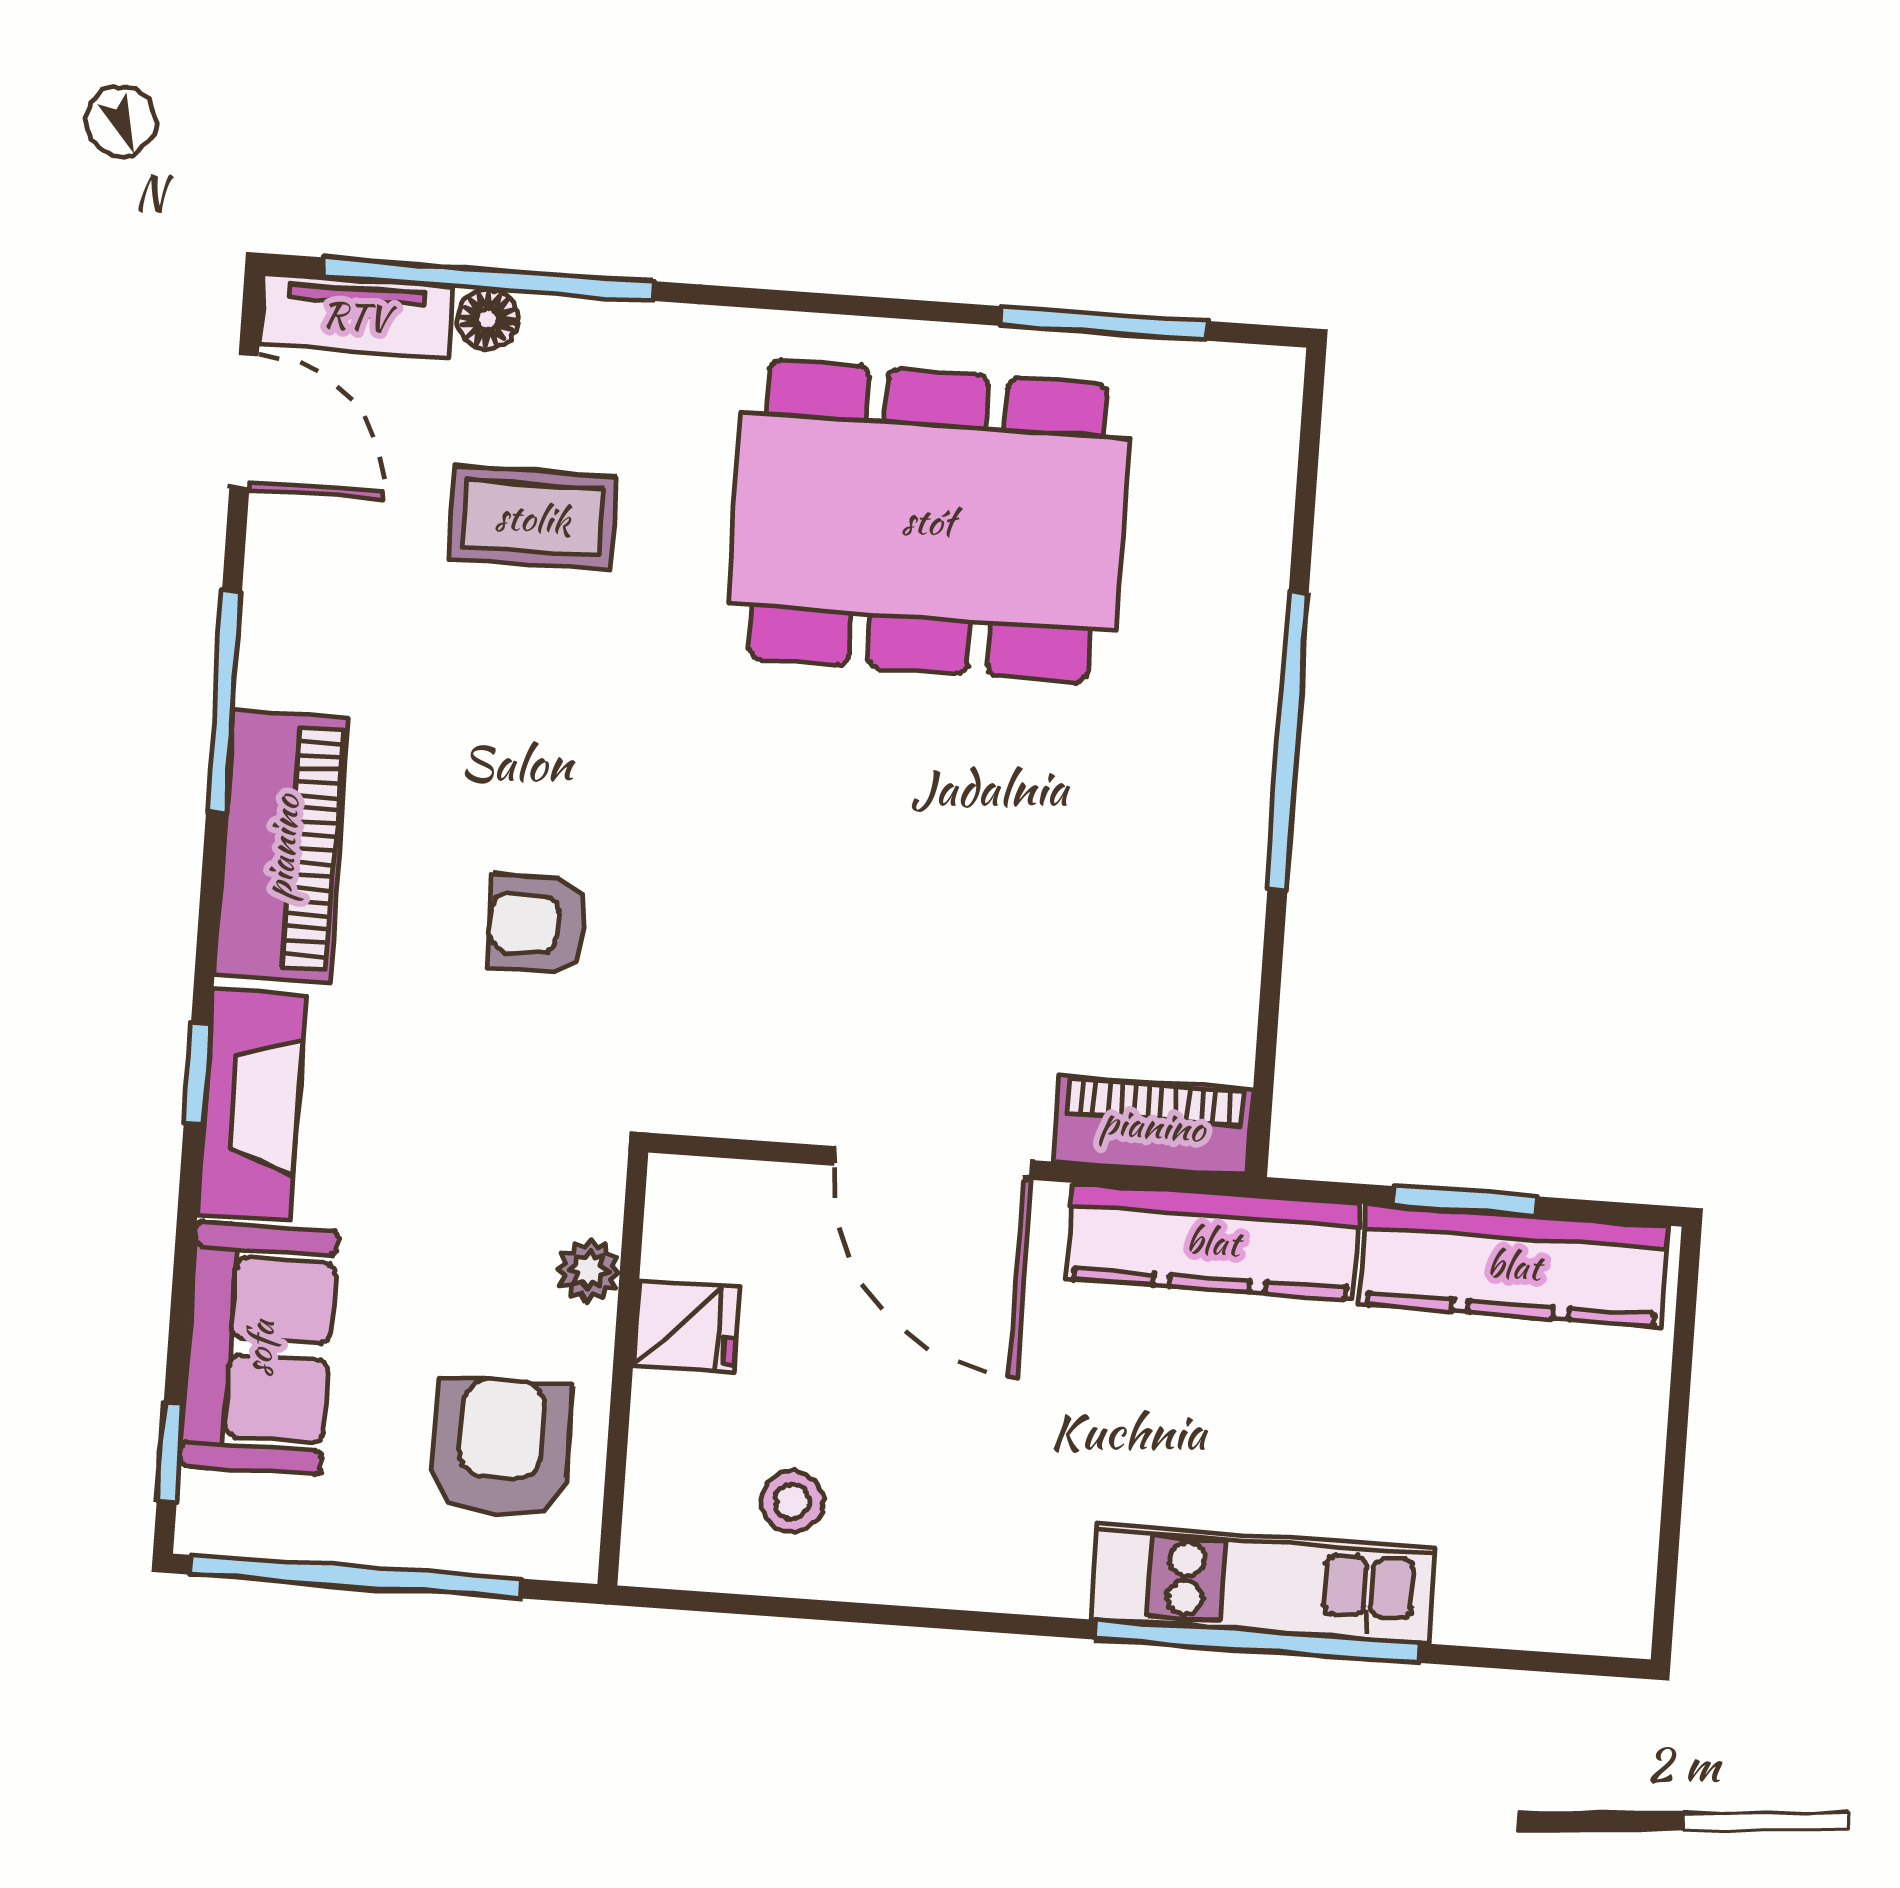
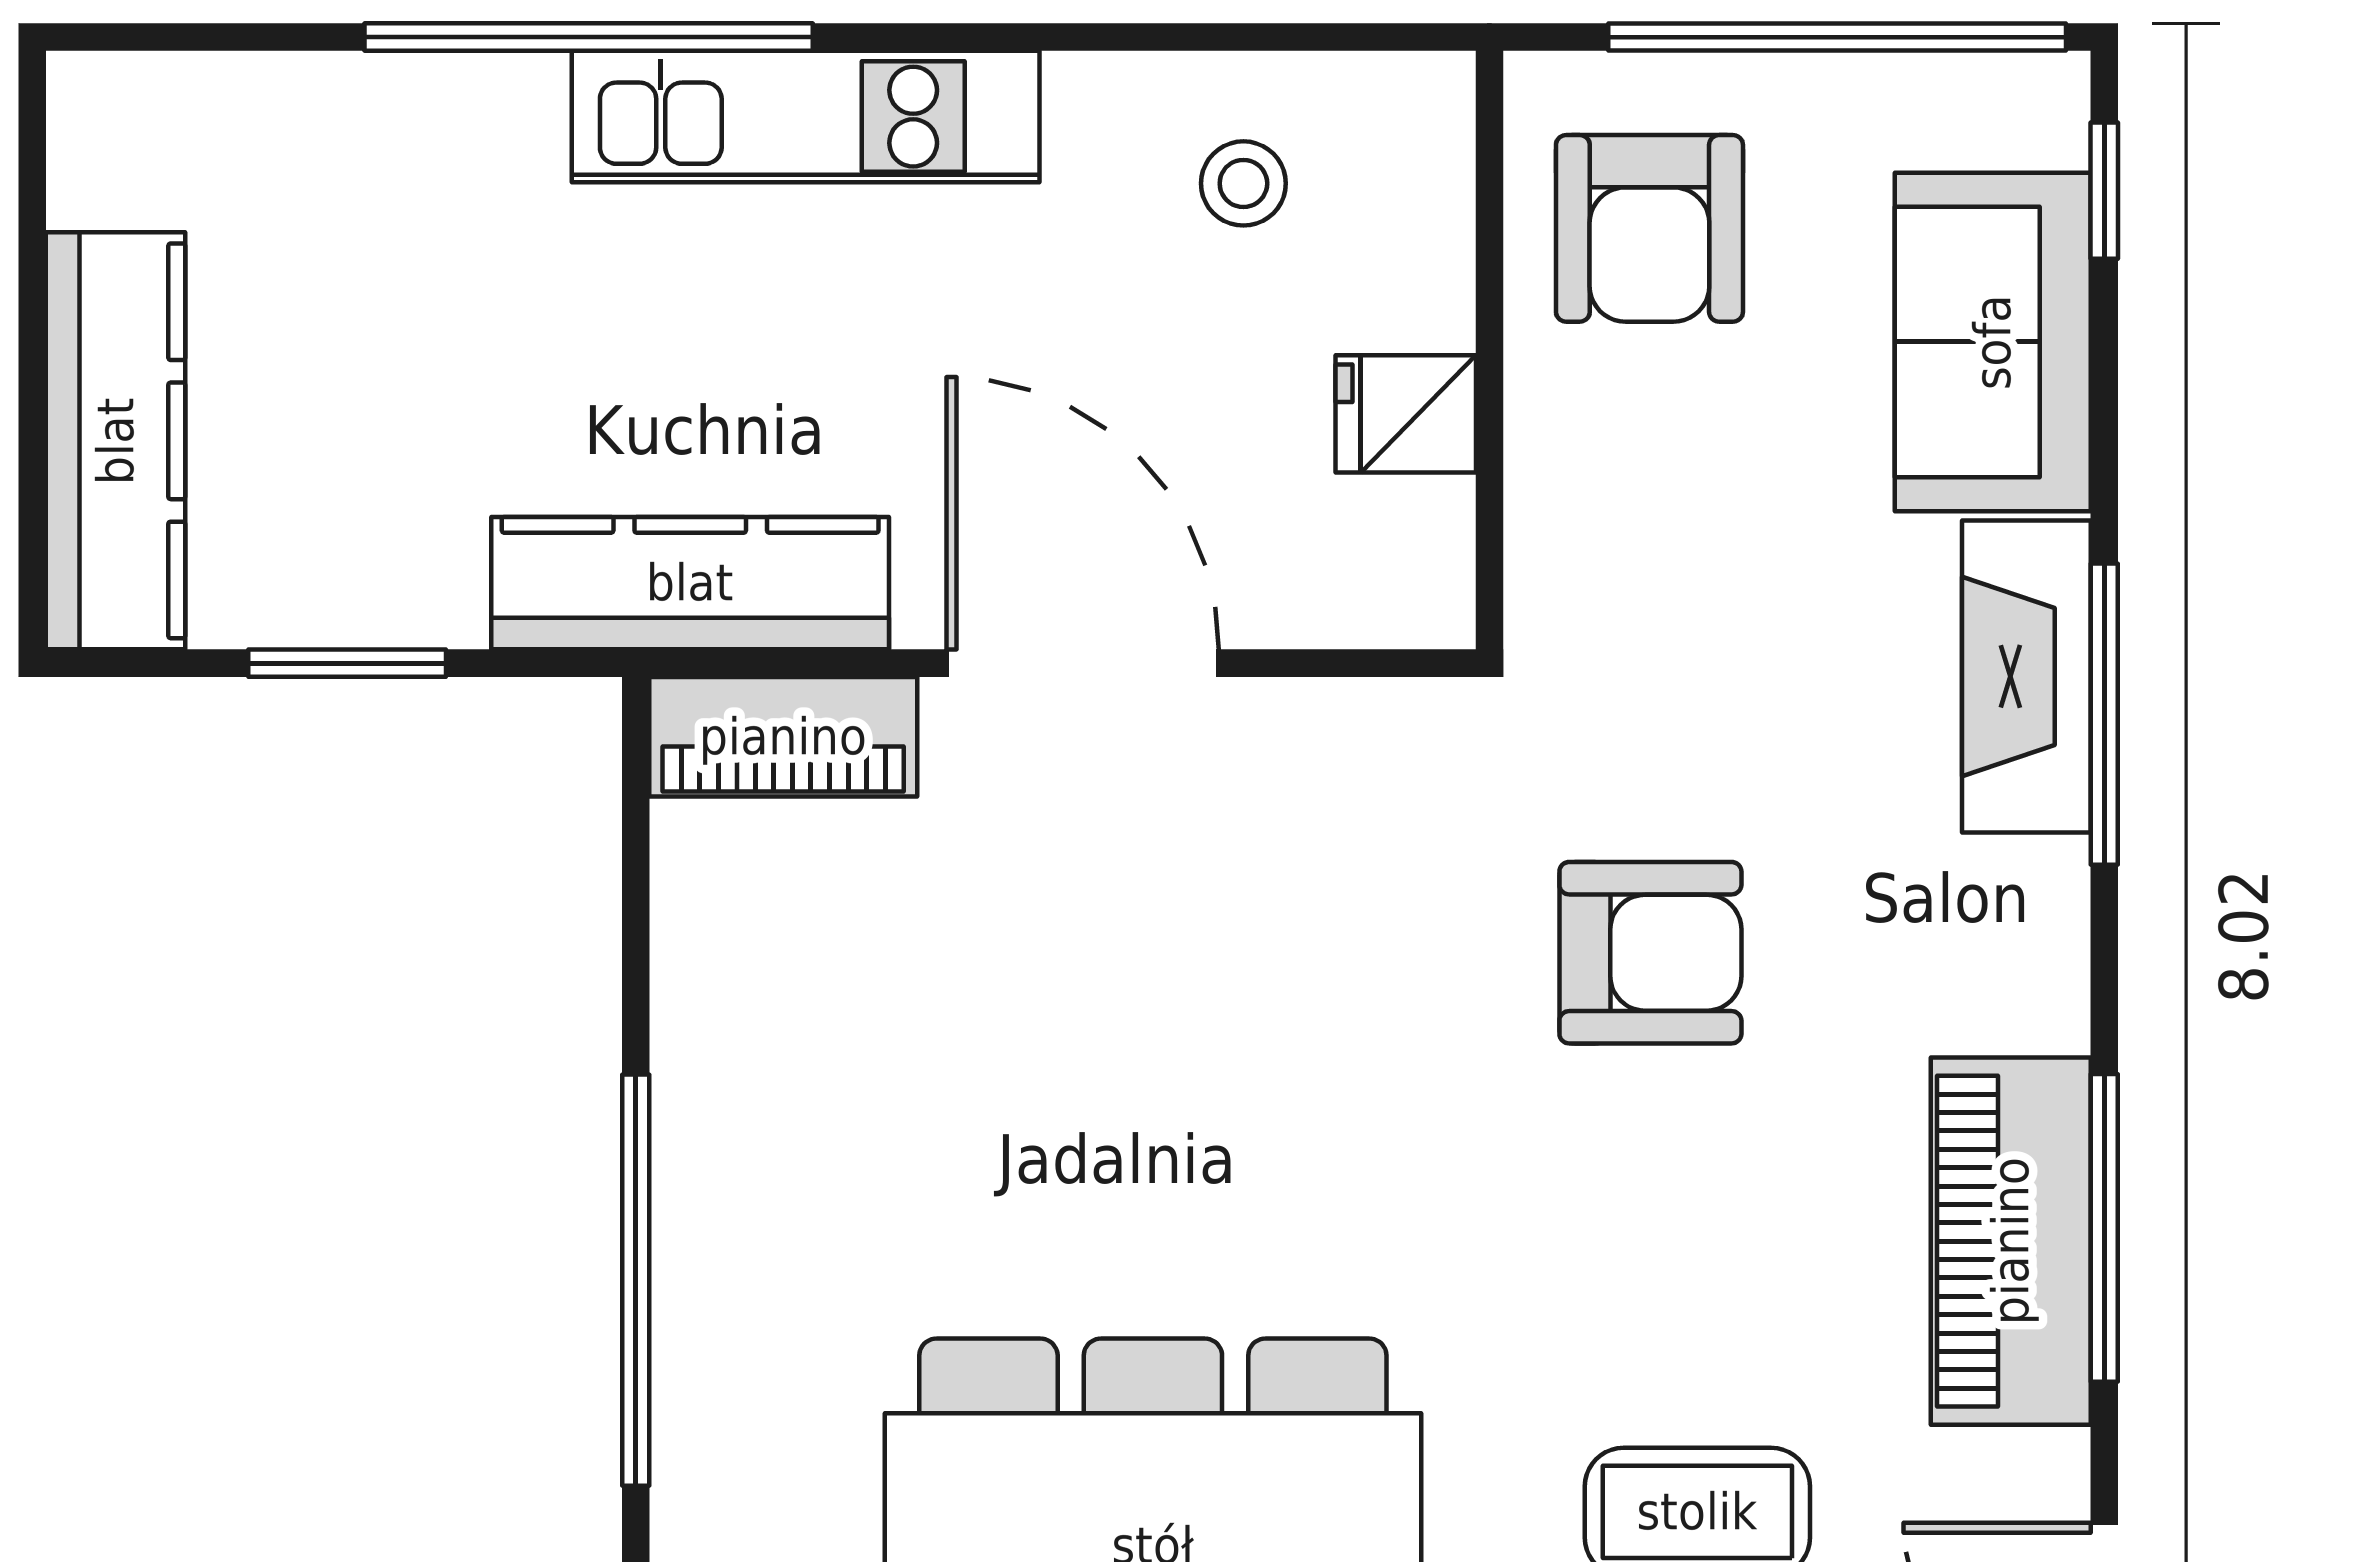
piano: (282, 847) -> (2011, 1241), moved
armchair: (538, 924) -> (1650, 953), width x1.38, depth x1.38
window: (197, 1073) -> (2104, 714), width x2.17
kitchen counter: (1514, 1265) -> (116, 441), moved, turned 90
plant: (589, 1270) -> (1546, 481), removed
kitchen unit: (1264, 1584) -> (806, 117), moved

